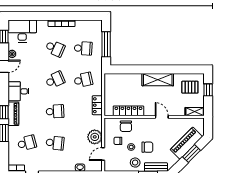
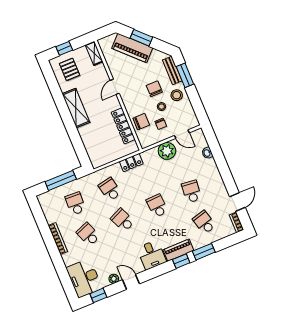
school desk: (55, 48) -> (88, 234), turned -45

